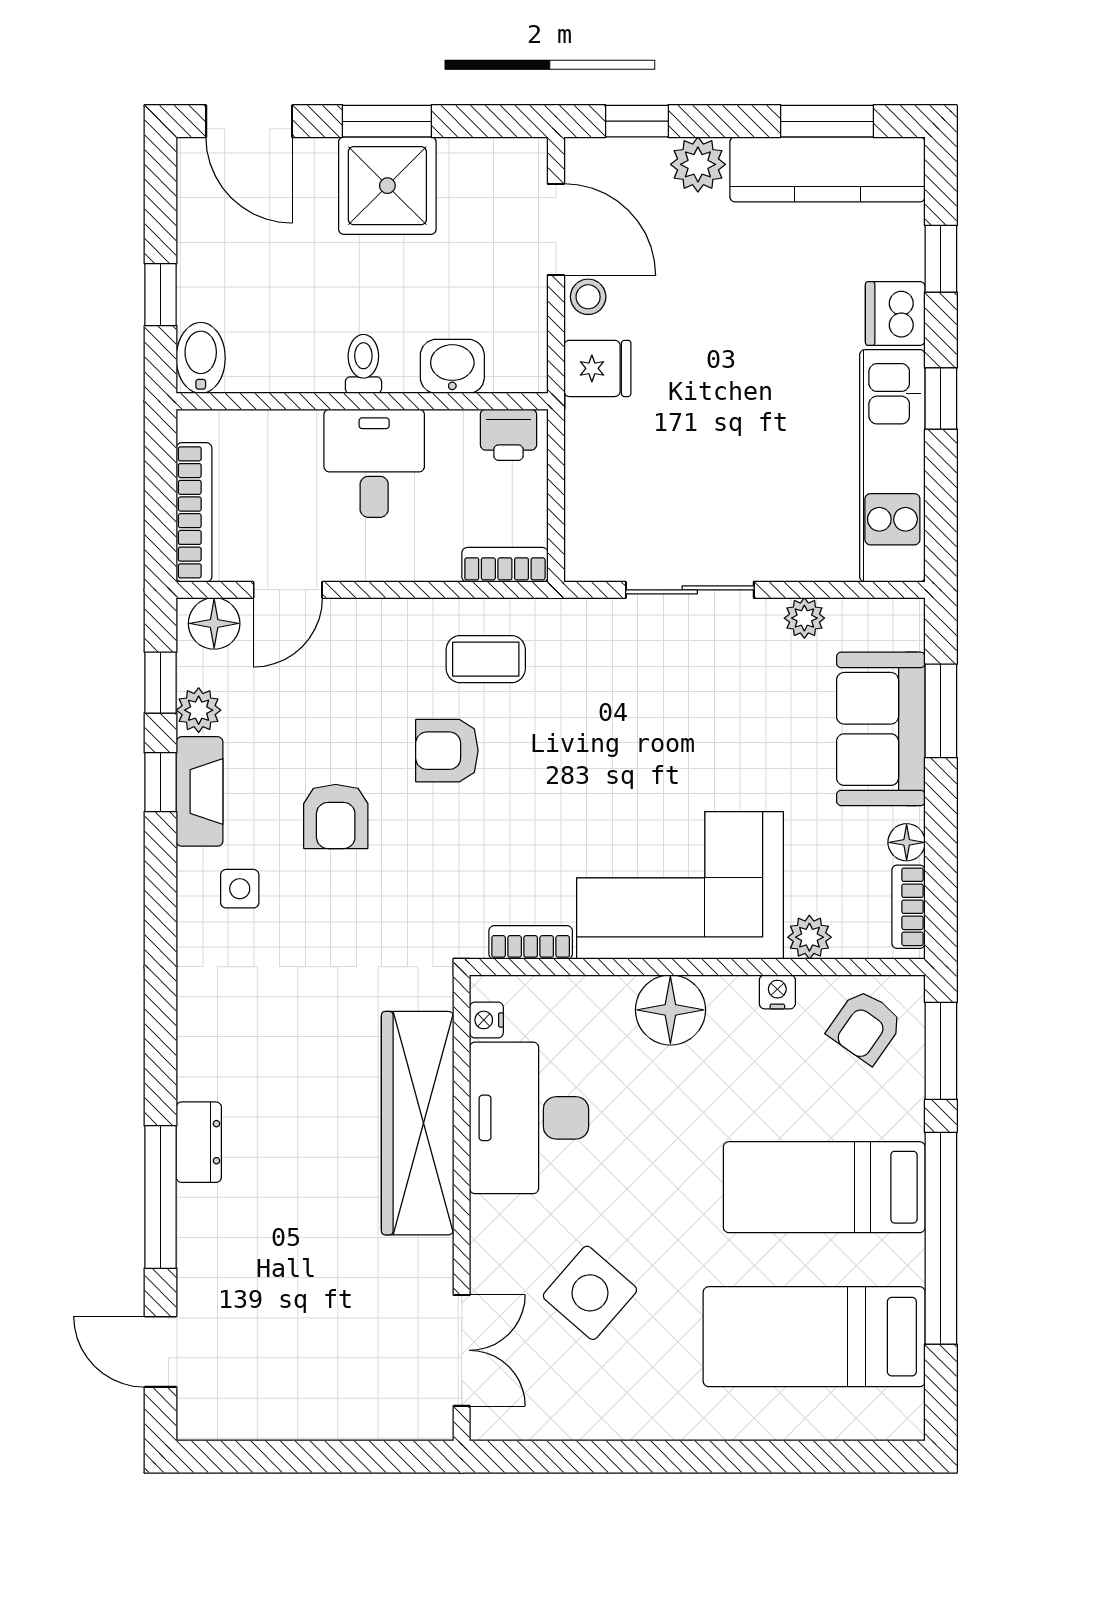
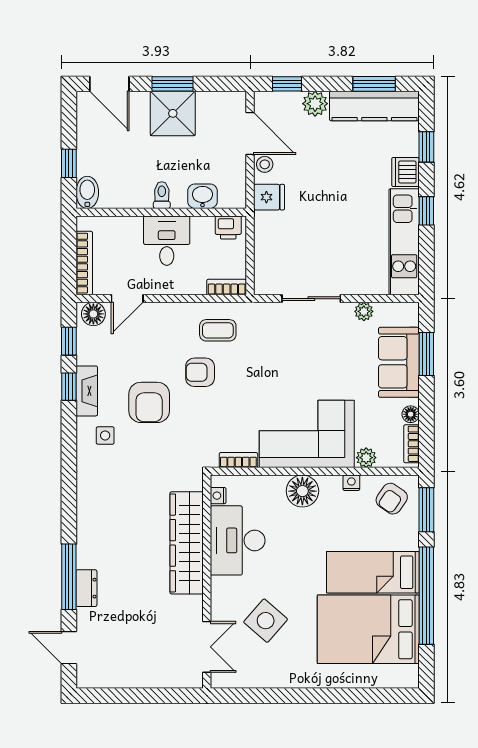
plant: (199, 710) -> (86, 354), removed
armchair: (336, 817) -> (149, 402), width x1.38, depth x1.38
dresser: (199, 1142) -> (86, 588), moved
bed: (814, 1337) -> (368, 629), width x1.50

